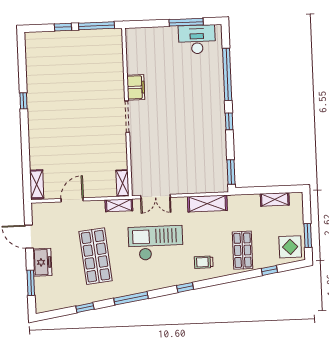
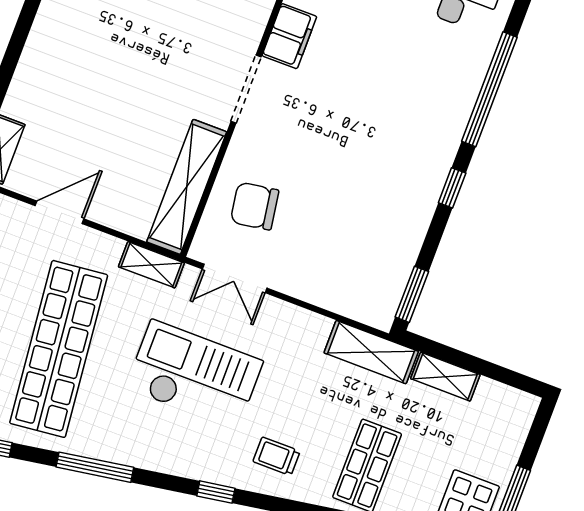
chair: (151, 163) -> (255, 206), added
shelving: (122, 183) -> (187, 187), width x2.20, depth x1.33
shelving: (275, 199) -> (445, 377), moved
shelving: (207, 204) -> (371, 352), moved
shop shelf: (96, 256) -> (59, 349), width x1.40

